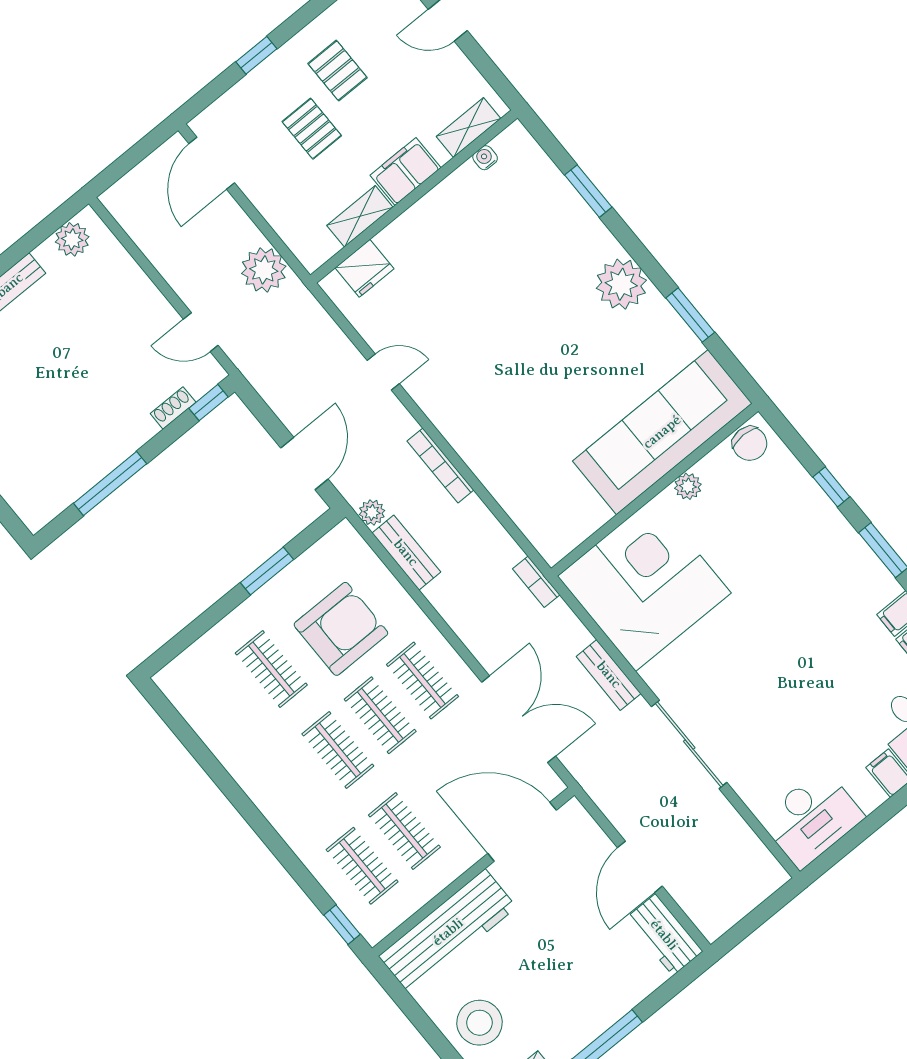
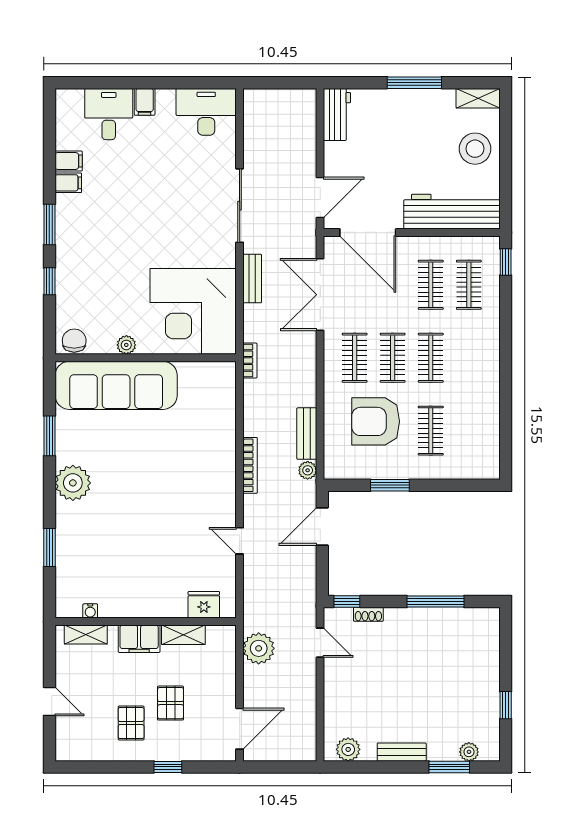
door: (640, 867) -> (320, 197), moved

